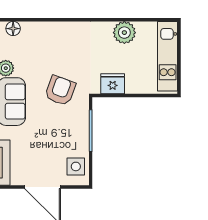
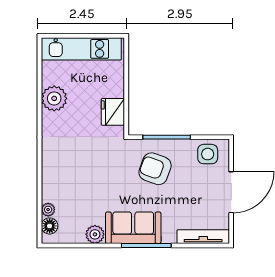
plant: (27, 27) -> (48, 210), added
armchair: (60, 91) -> (155, 169), moved

